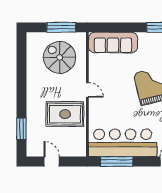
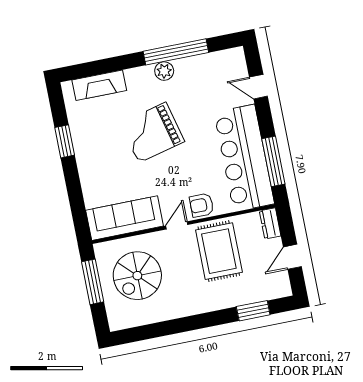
sofa: (113, 43) -> (125, 218), moved, turned -90
armchair: (97, 109) -> (202, 205), added
dresser: (76, 151) -> (270, 223), added

